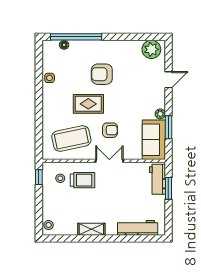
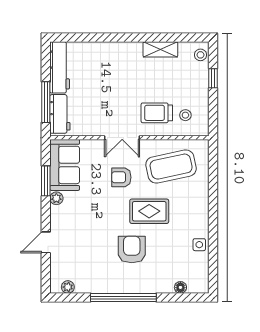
window: (76, 37) -> (123, 298), moved
plant: (151, 49) -> (68, 287), width x0.53, depth x0.53
armchair: (102, 74) -> (132, 249), turned -90
window: (39, 177) -> (213, 78), moved
window: (168, 188) -> (46, 102), width x1.44
workbench: (138, 228) -> (60, 67), moved, turned -90
shelving: (91, 229) -> (160, 49), moved

